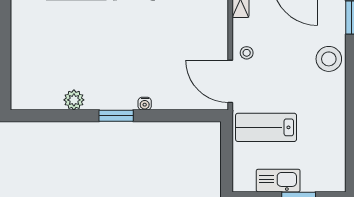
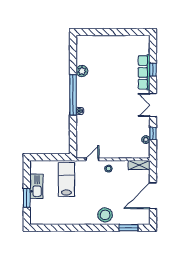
door: (230, 81) -> (92, 159), width x0.53
window: (116, 116) -> (73, 95), width x2.11

